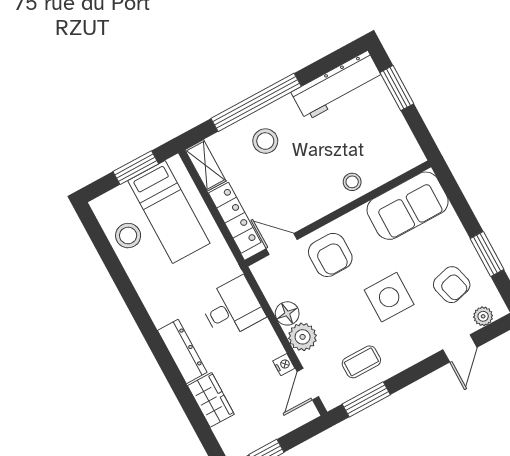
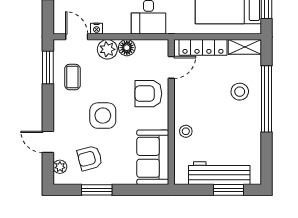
workbench: (337, 86) -> (219, 173), moved, turned 90

